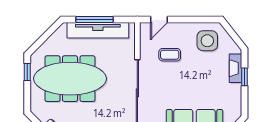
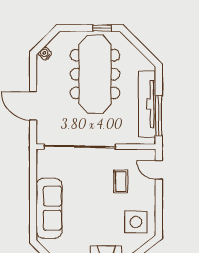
window: (95, 20) -> (159, 116), moved

